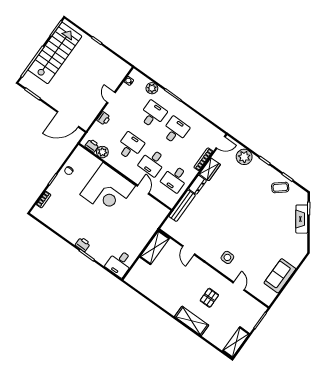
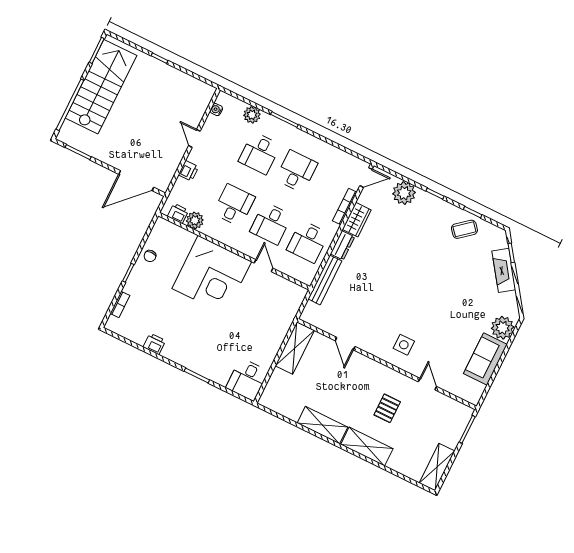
desk: (153, 115) -> (260, 153), turned 180
printer: (83, 244) -> (154, 344), moved
plant: (295, 257) -> (503, 328), added
shelving: (165, 302) -> (322, 425), added

